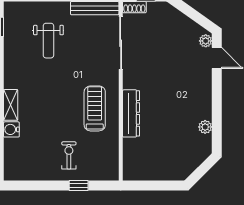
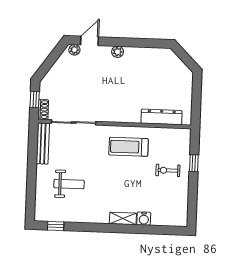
dresser: (131, 113) -> (161, 117), moved
plant: (205, 127) -> (118, 52), moved

